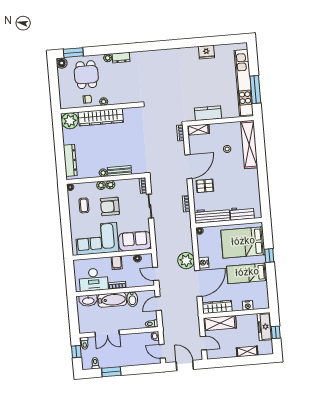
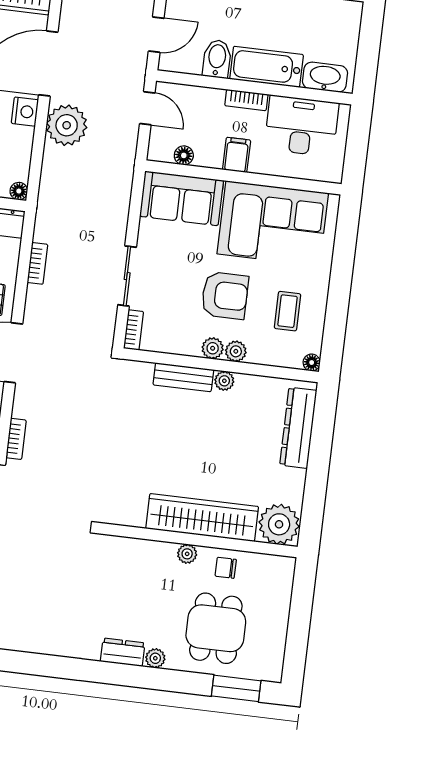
floor lamp: (62, 63) -> (270, 669), removed

